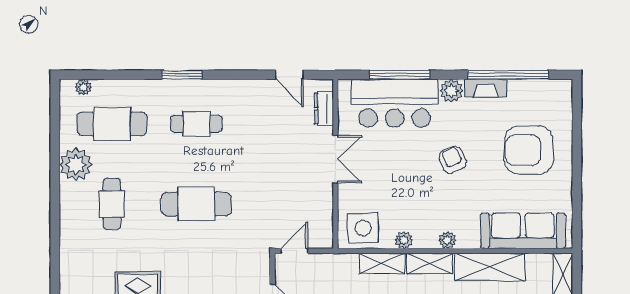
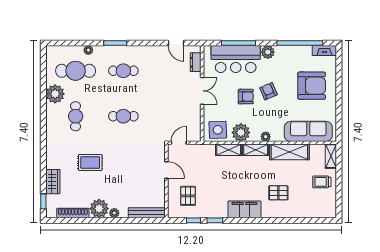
plant: (83, 87) -> (88, 50), moved
fireplace: (486, 88) -> (324, 51), moved
armchair: (529, 150) -> (312, 86), turned 180
armchair: (413, 169) -> (246, 97), added
cafe table: (196, 204) -> (123, 116), width x0.73, depth x0.74
plant: (404, 240) -> (241, 133), width x1.88, depth x1.88

